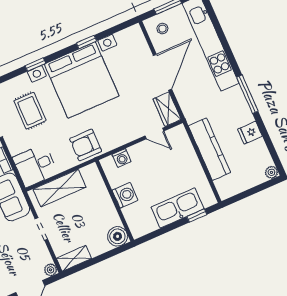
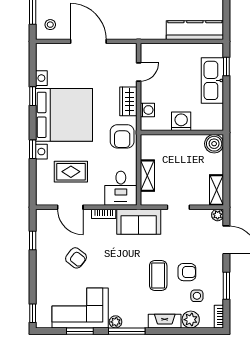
wardrobe: (167, 109) -> (128, 101), moved, turned 90
kitchen counter: (209, 149) -> (195, 30), moved
shelving: (60, 188) -> (147, 176), width x0.67, depth x0.75

